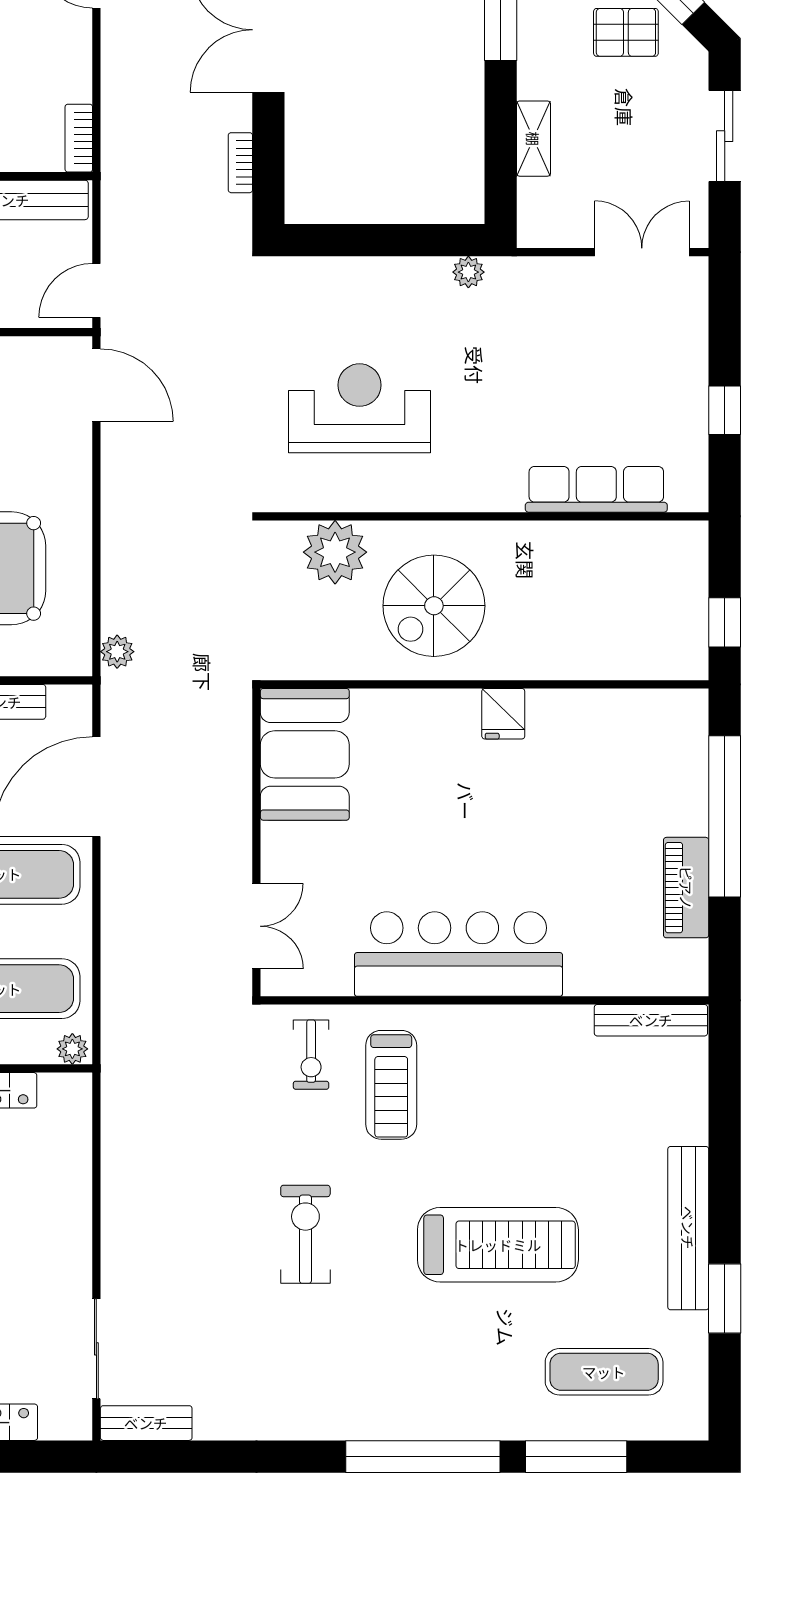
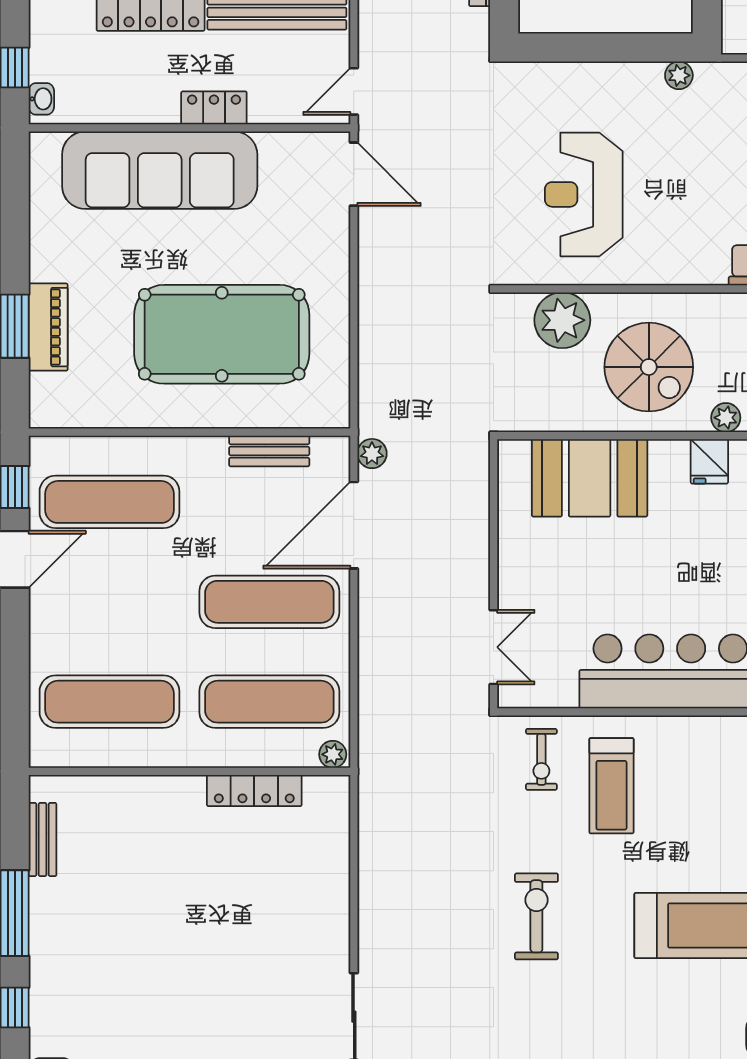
reception desk: (359, 408) -> (584, 194), turned -90
spiral stairs: (434, 606) -> (649, 367), turned -90
plant: (117, 652) -> (372, 454), moved
plant: (522, 664) -> (726, 418), added
booth: (305, 754) -> (590, 478), moved, turned 90

